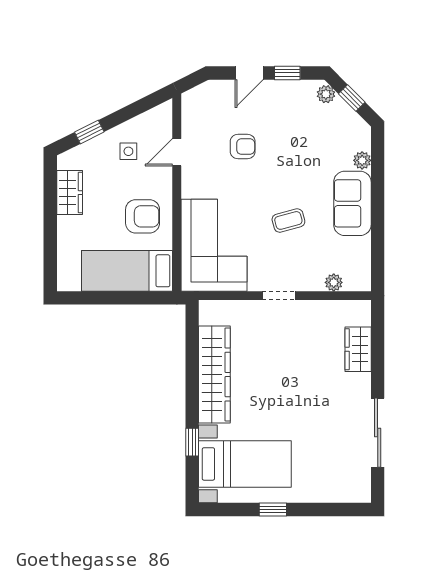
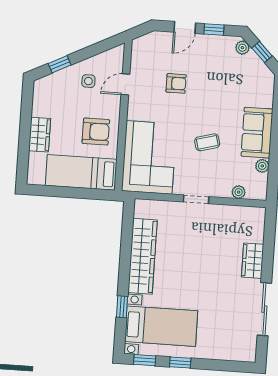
plant: (362, 160) -> (262, 166), moved
wardrobe: (70, 193) -> (40, 135), moved
wardrobe: (358, 349) -> (253, 261), moved
window: (226, 510) -> (145, 360), added

